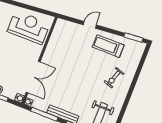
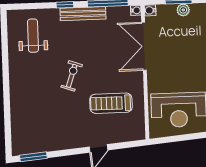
treadmill: (108, 46) -> (111, 103), moved, turned 180
exercise bike: (114, 78) -> (72, 76), moved

